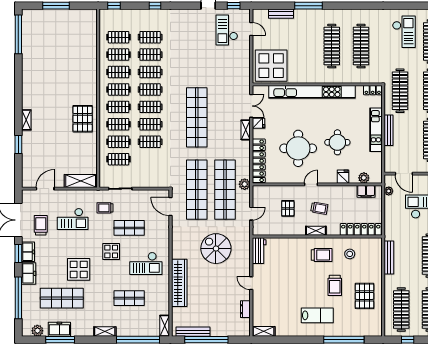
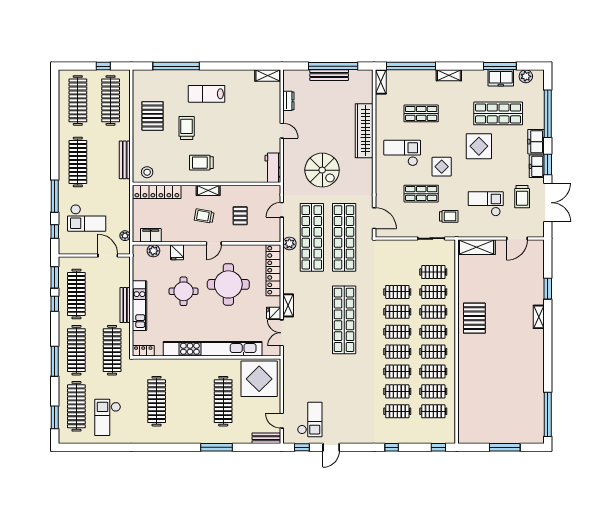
bench: (281, 14) -> (266, 438), moved
clothes rail: (332, 46) -> (223, 401), moved
stool: (350, 254) -> (147, 172), moved
bench: (193, 332) -> (329, 75), moved

